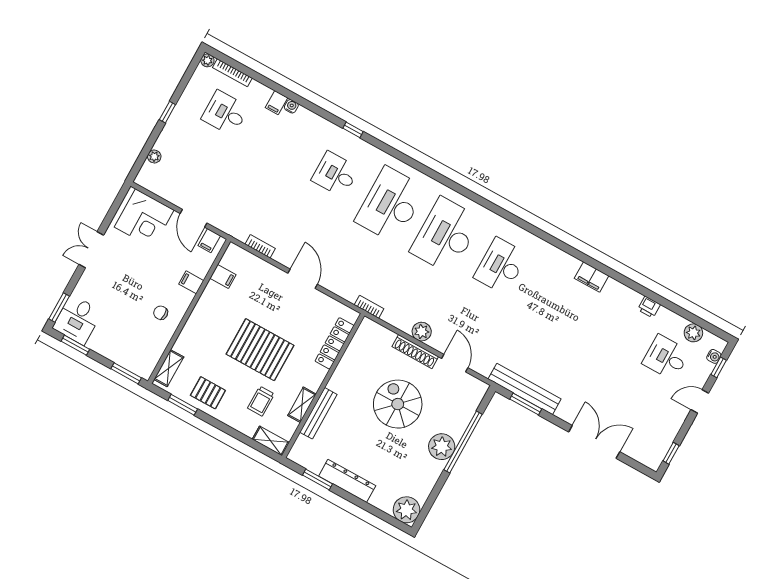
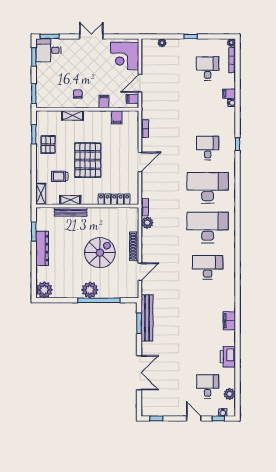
printer: (649, 307) -> (228, 357), width x1.87, depth x1.48
plant: (422, 332) -> (147, 223), moved
shelving: (169, 368) -> (73, 115), moved

